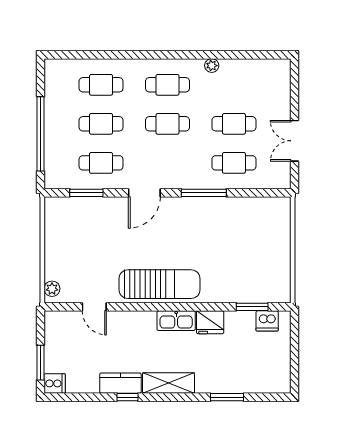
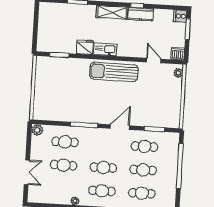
double door: (294, 141) -> (27, 172), moved
plant: (281, 180) -> (37, 130), added
dishwasher: (267, 321) -> (178, 54), moved

